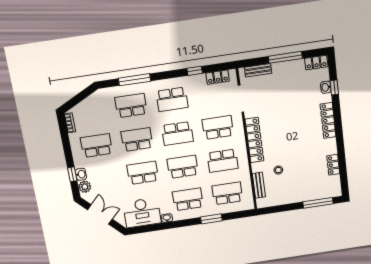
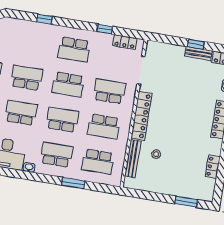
window: (285, 57) -> (196, 44), width x0.46
bench: (258, 70) -> (199, 53), moved
window: (135, 80) -> (44, 19), width x0.46
school desk: (131, 105) -> (33, 43), removed
bench: (259, 185) -> (133, 159), width x1.36
school desk: (227, 193) -> (98, 162), turned 180
window: (318, 203) -> (186, 202), width x0.69

